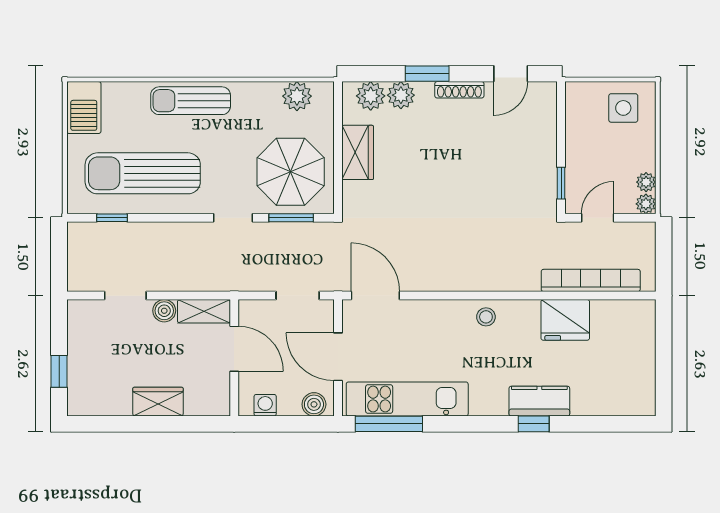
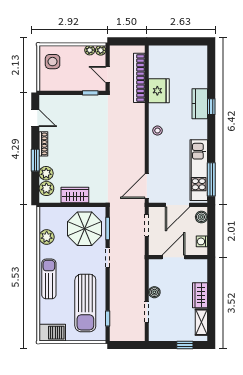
plant: (297, 96) -> (47, 237), moved
sun lounger: (191, 101) -> (49, 279), turned 180
shelving: (204, 311) -> (201, 322), moved

